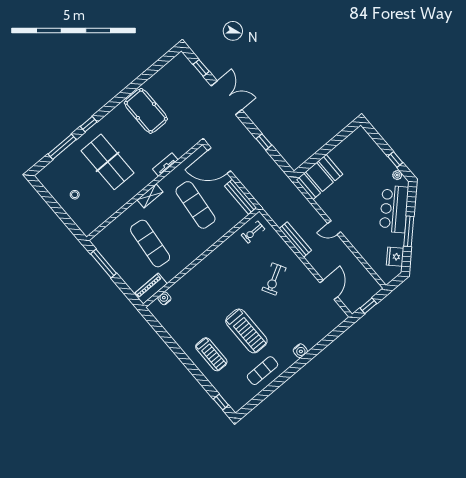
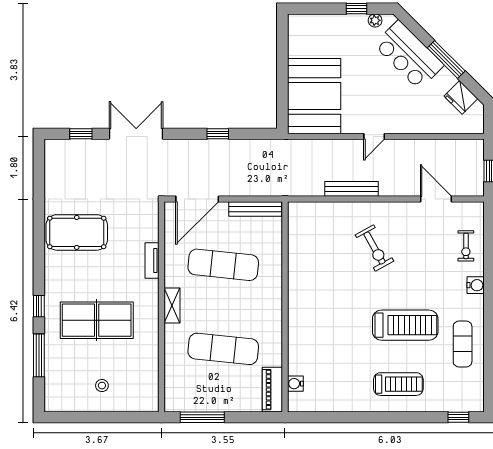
booth: (319, 177) -> (314, 96), width x1.36, depth x1.42
exercise bike: (253, 232) -> (466, 246), moved

